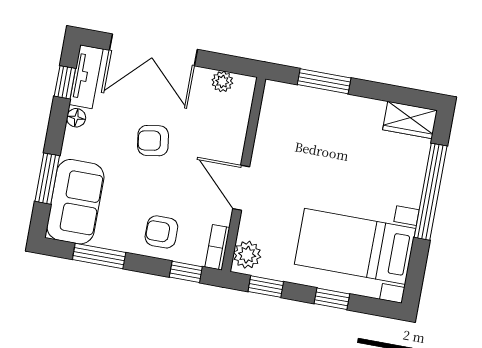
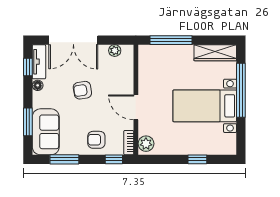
window: (324, 81) -> (171, 40), width x1.44
wardrobe: (410, 120) -> (215, 53), width x1.50
bed with nightstands: (355, 246) -> (205, 106), moved
window: (266, 287) -> (159, 159), removed

